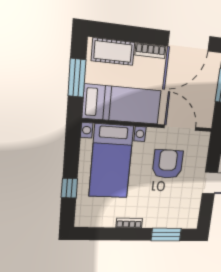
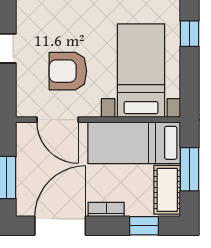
window: (120, 33) -> (144, 226), added
cot: (113, 52) -> (167, 190), moved, turned 90
armchair: (168, 164) -> (68, 71), turned 90

